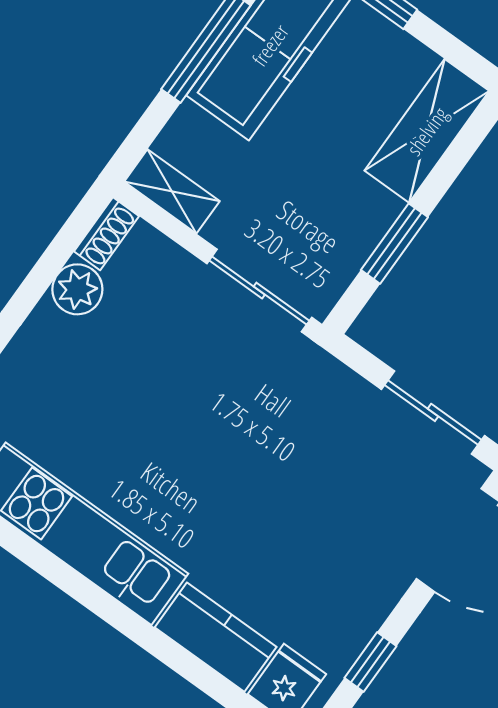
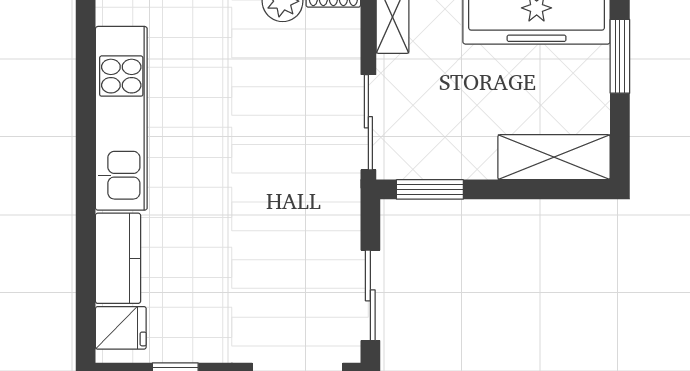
window: (394, 244) -> (430, 189), moved

